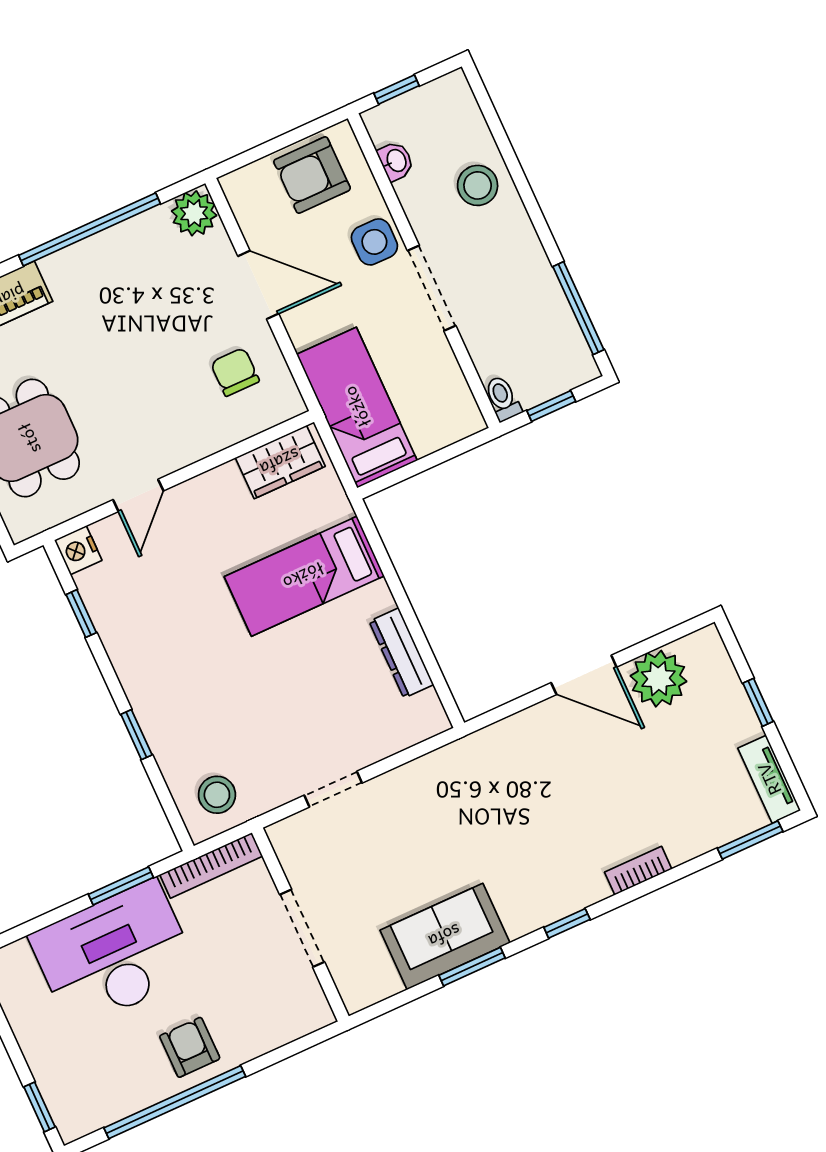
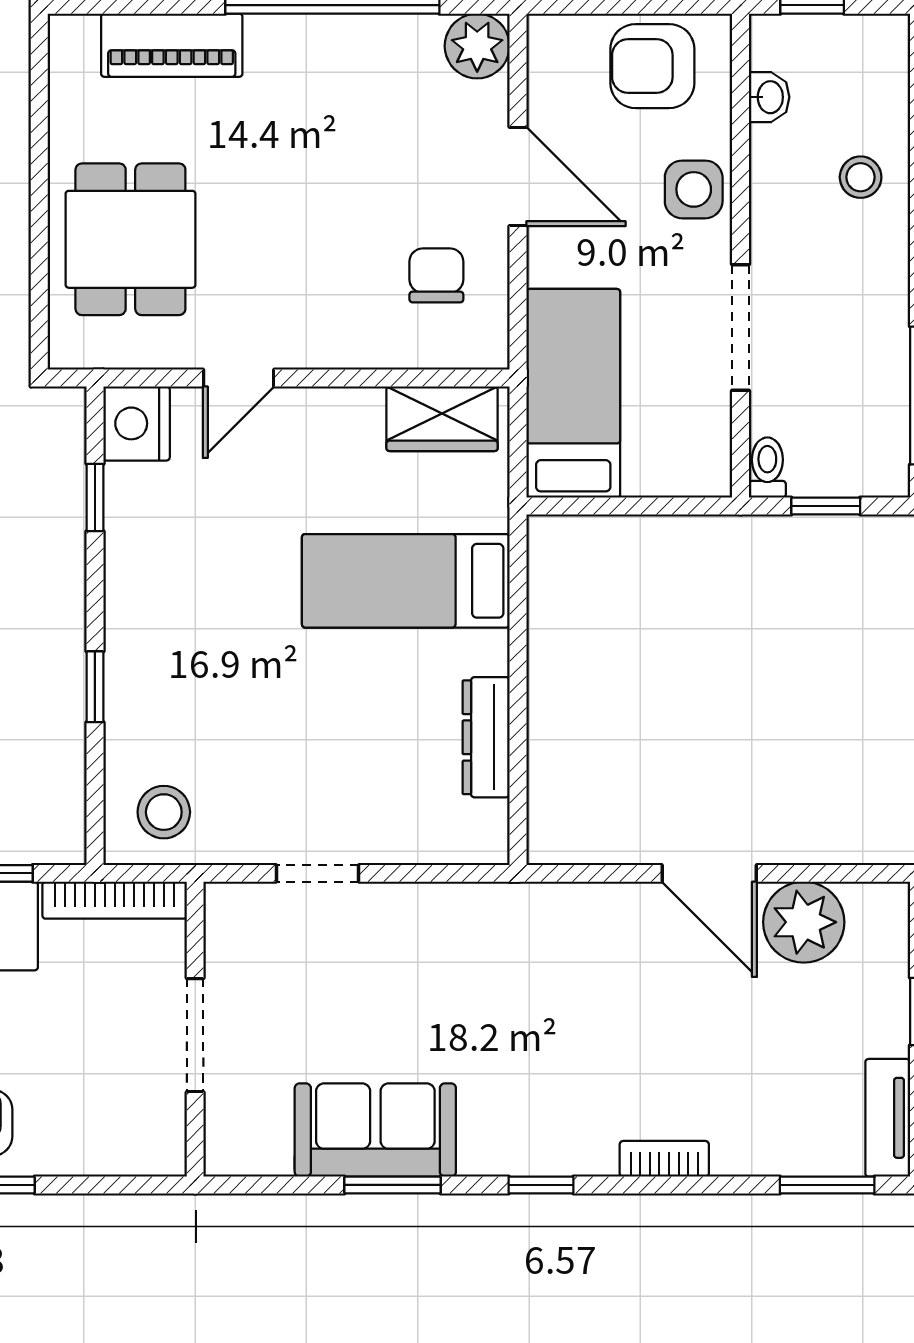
stool: (478, 185) -> (861, 177), width x0.73, depth x0.73
doorway: (432, 288) -> (741, 328), moved
nightstand: (78, 550) -> (137, 423), width x1.36, depth x1.33

